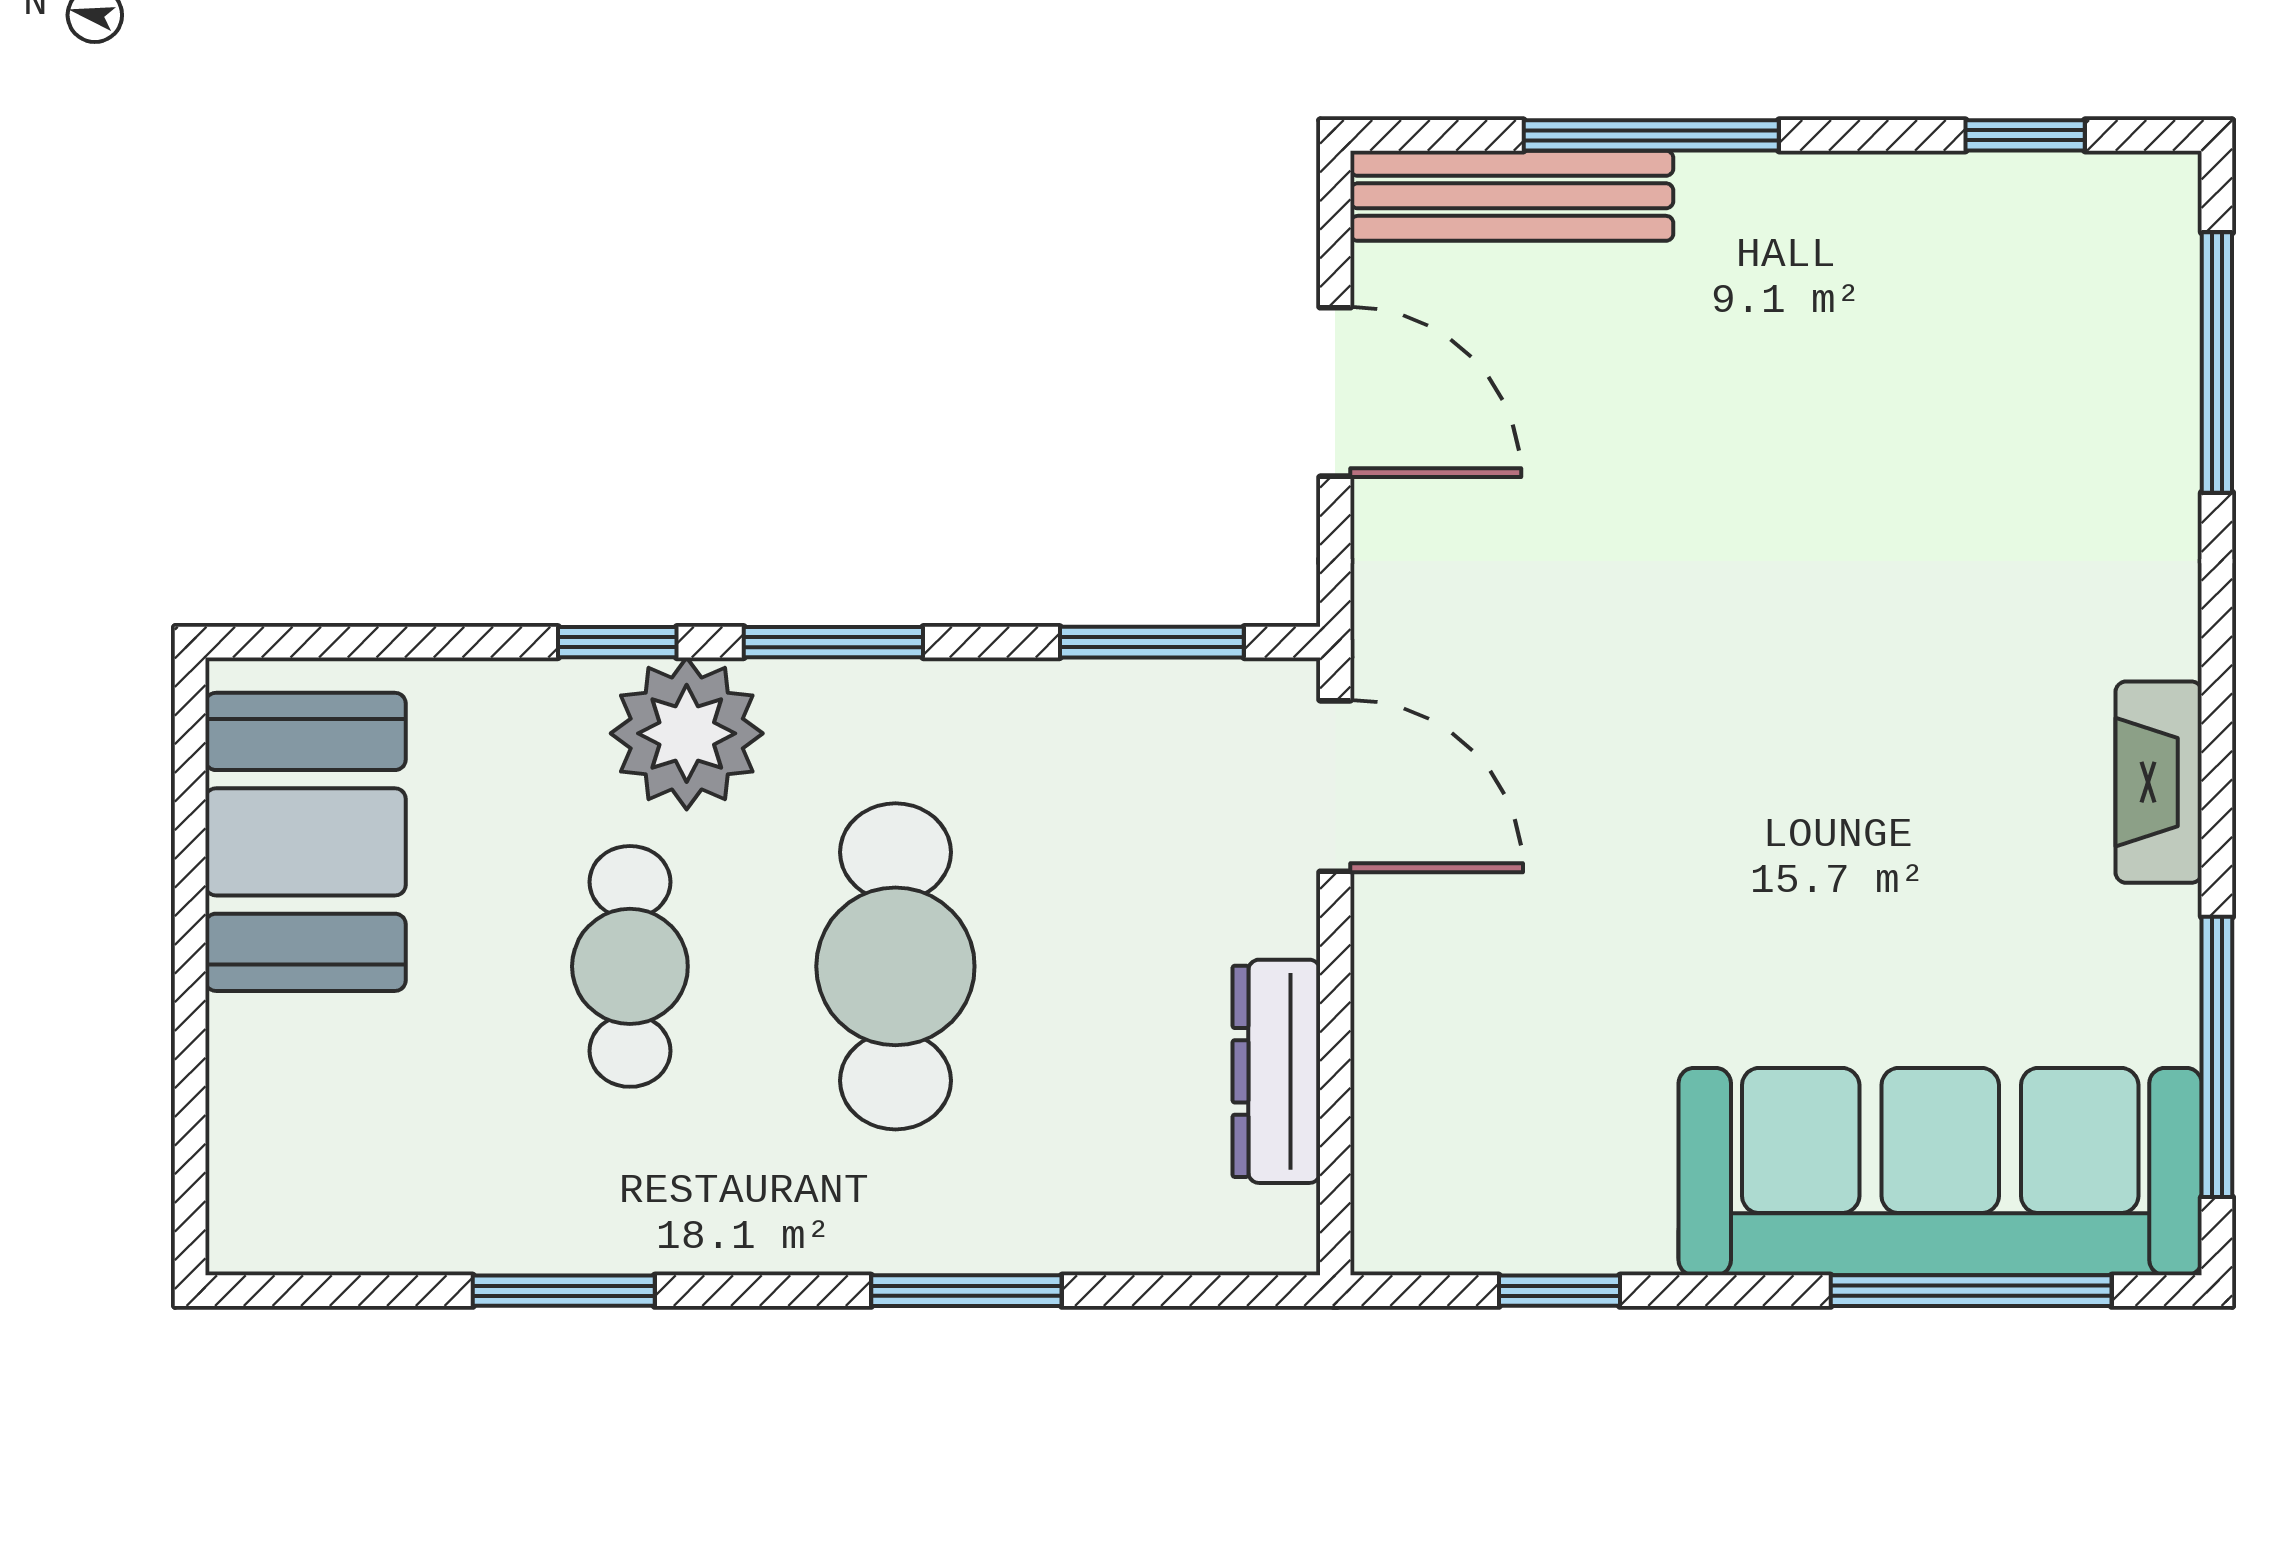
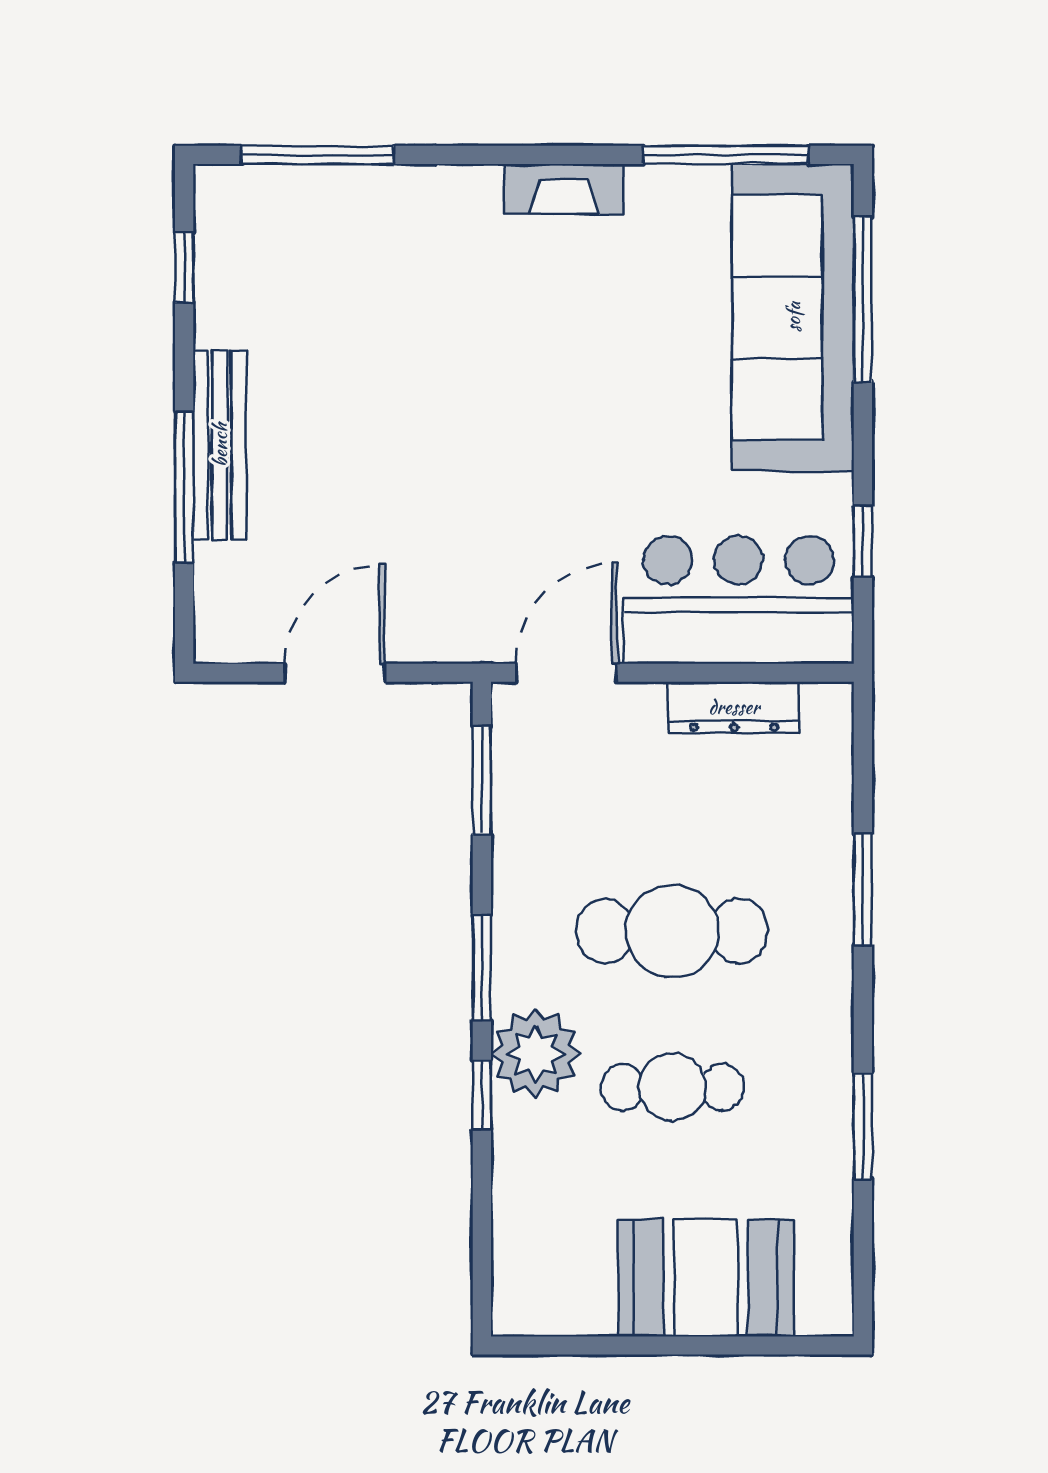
bench: (1512, 196) -> (220, 445), moved
booth: (305, 842) -> (706, 1278), moved
bar counter: (1460, 1079) -> (739, 600), added

